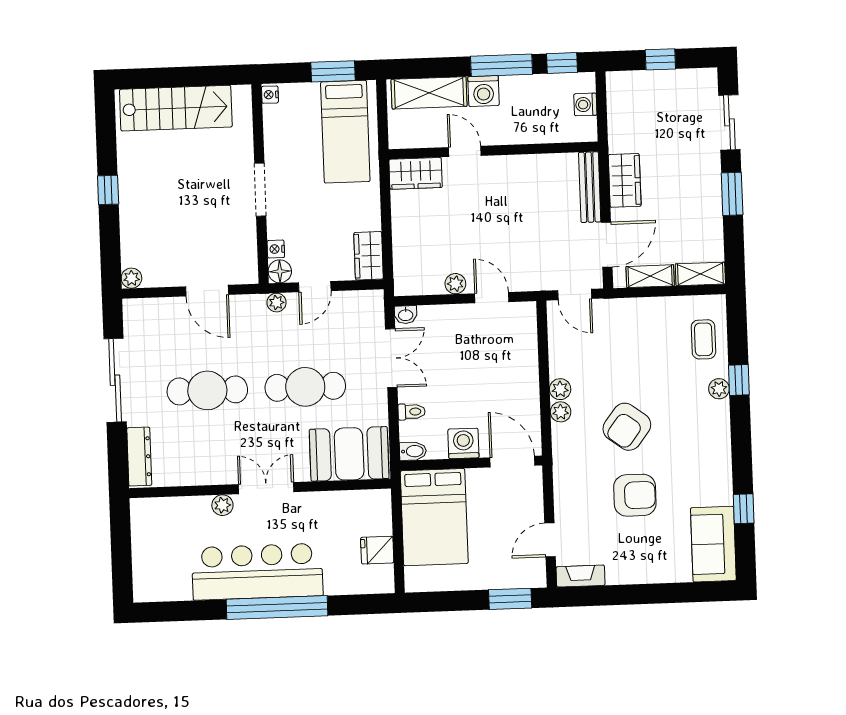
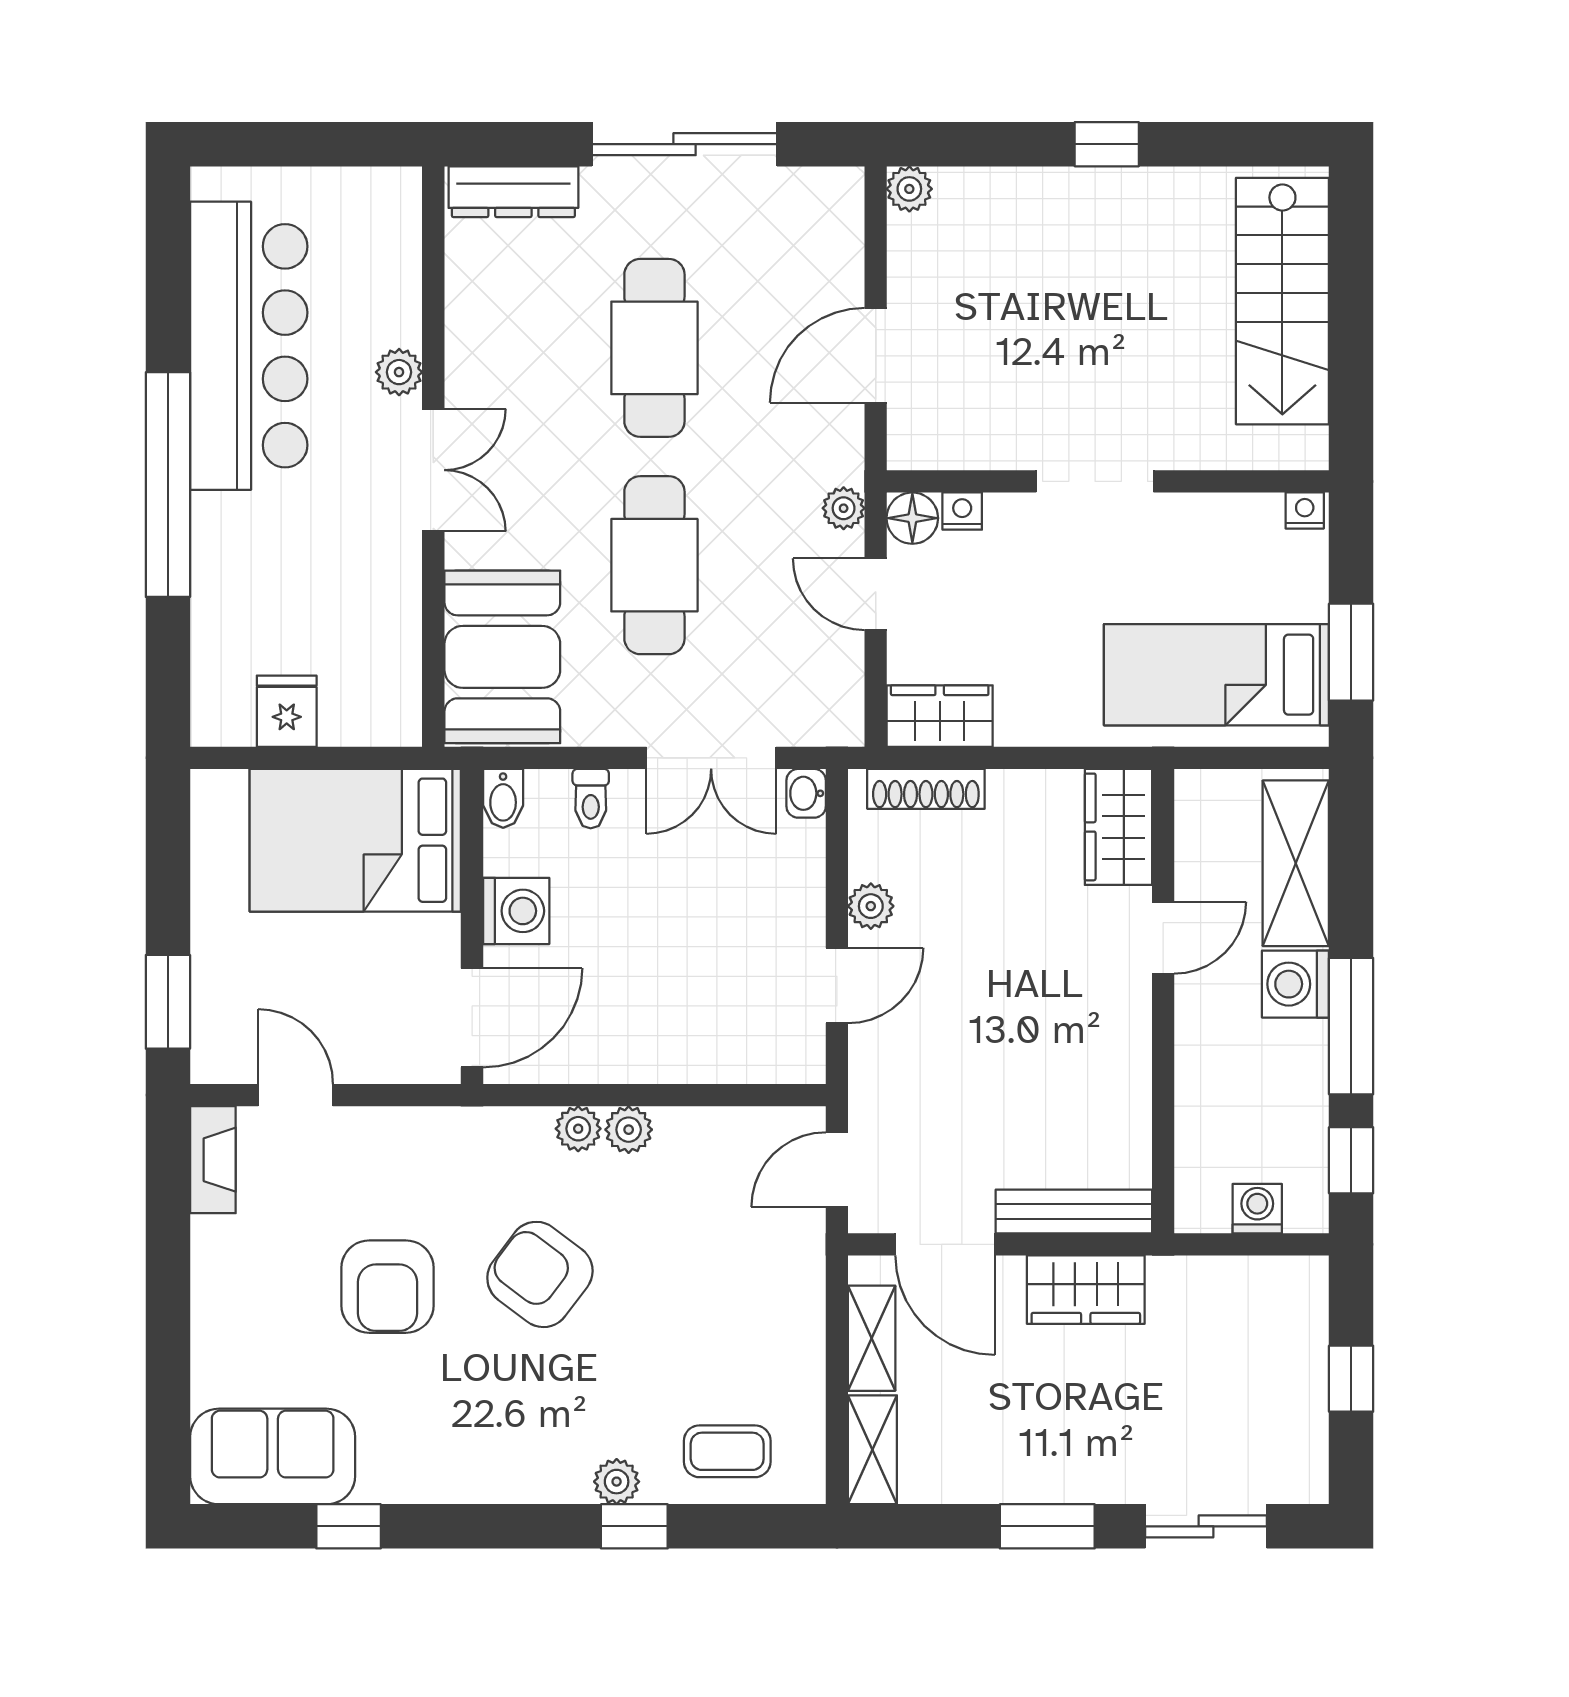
shoe rack: (402, 261) -> (926, 789), added
bar counter: (257, 572) -> (249, 346), moved

